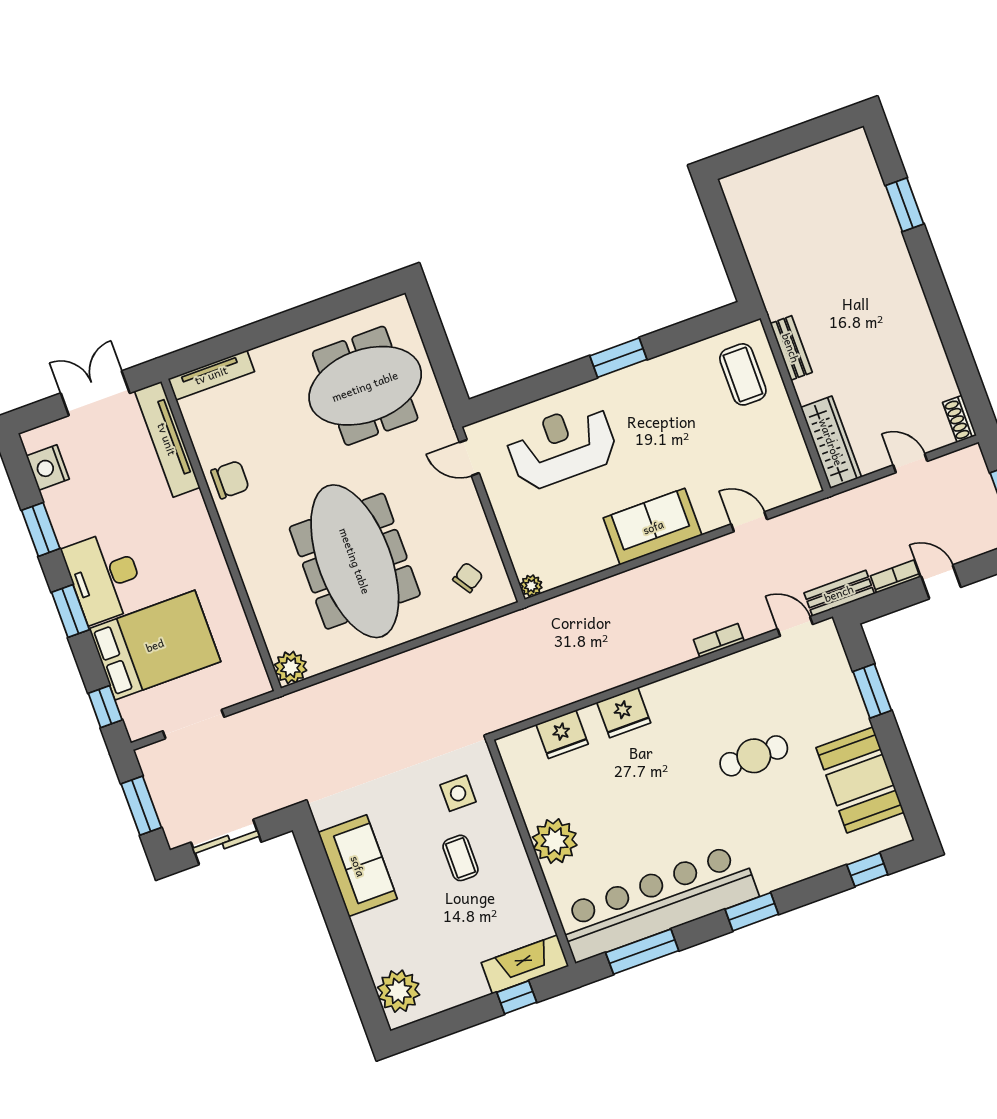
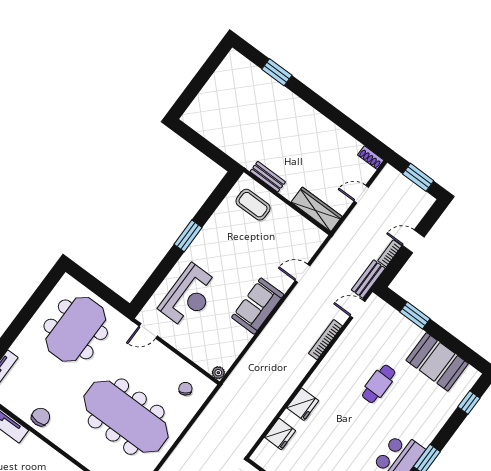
reception desk: (562, 446) -> (189, 296), turned 180
bookcase: (719, 640) -> (325, 340), width x1.56

